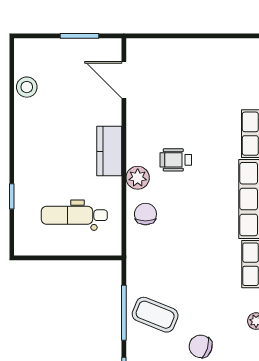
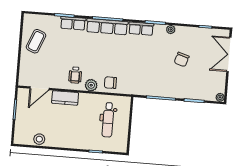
kitchen counter: (109, 151) -> (65, 98), moved
wheelchair: (176, 160) -> (75, 75), moved
coffee table: (155, 315) -> (36, 41), moved

